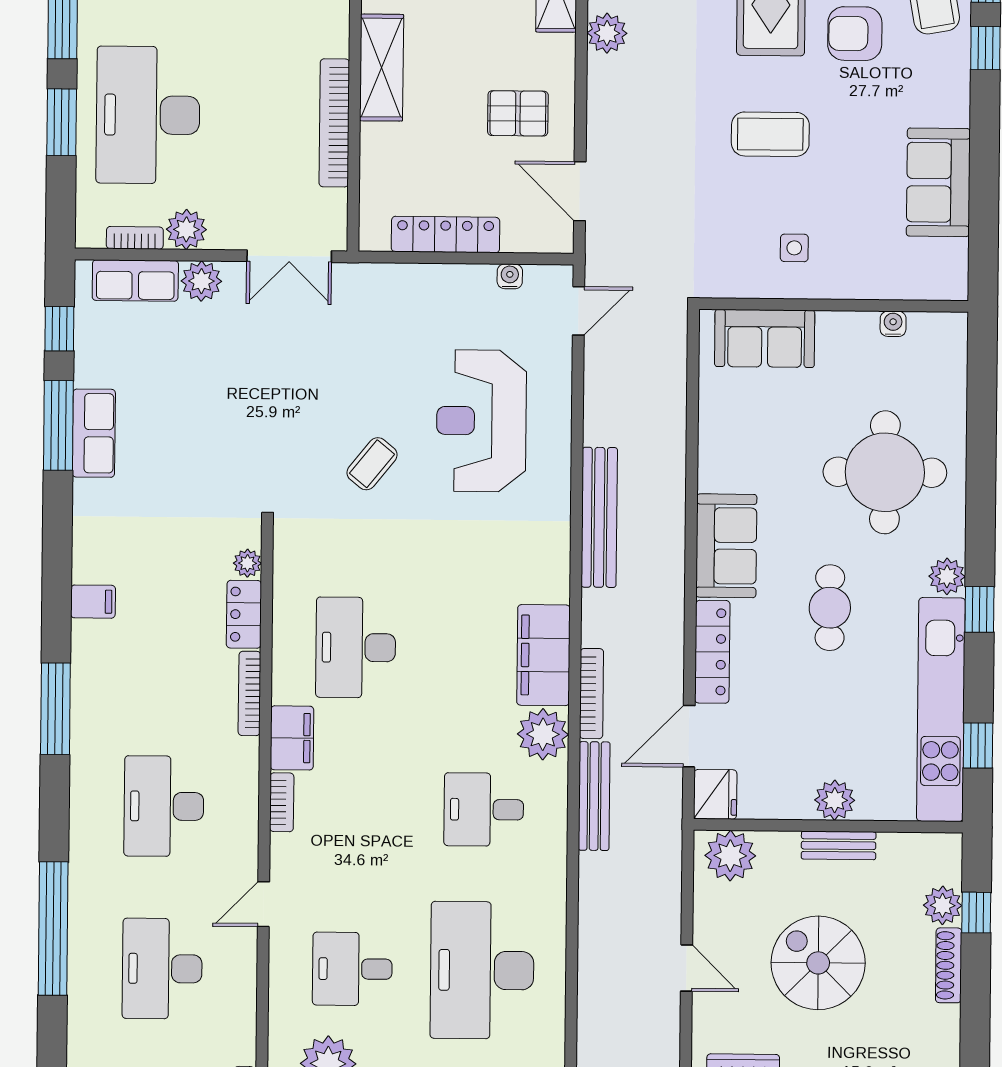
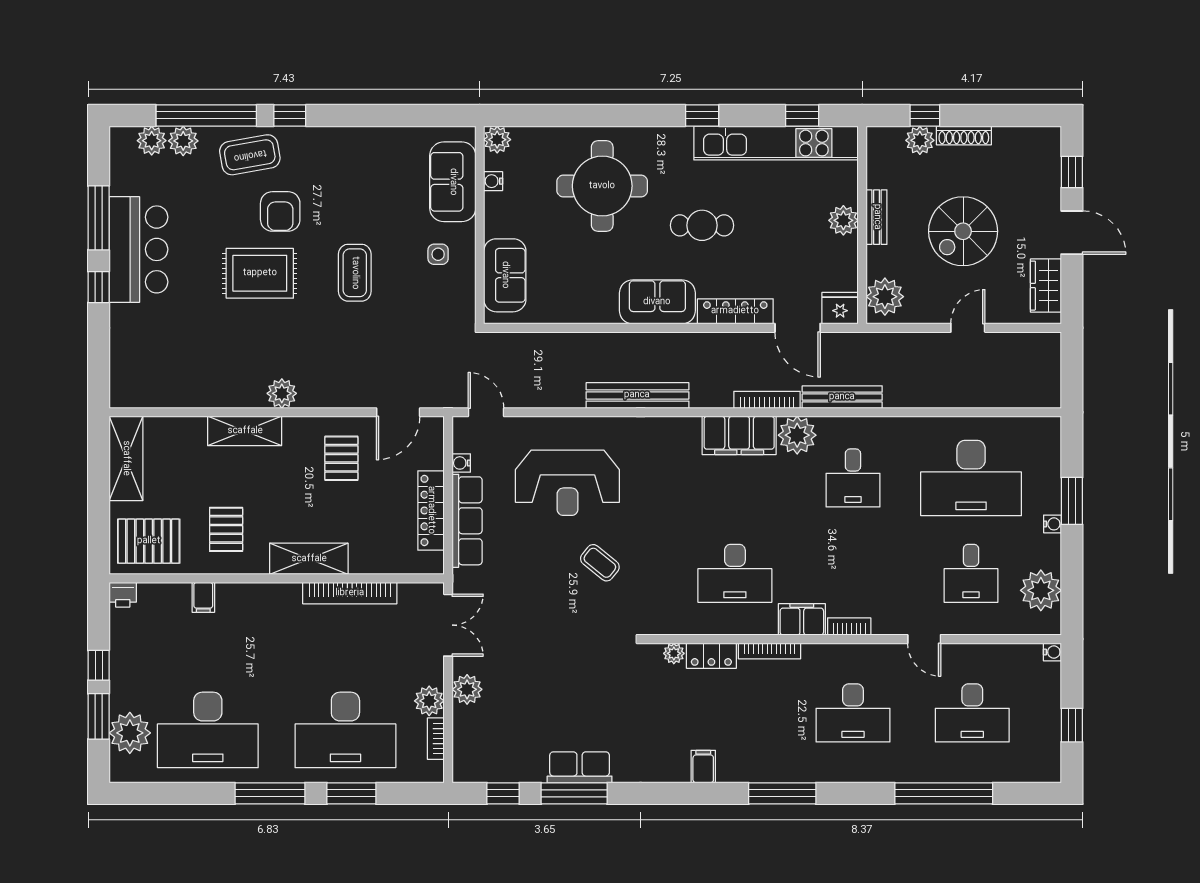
sofa: (938, 182) -> (453, 182), moved, turned 90
row of seats: (135, 280) -> (467, 521), moved, width x1.48
plant: (947, 576) -> (497, 140), moved

